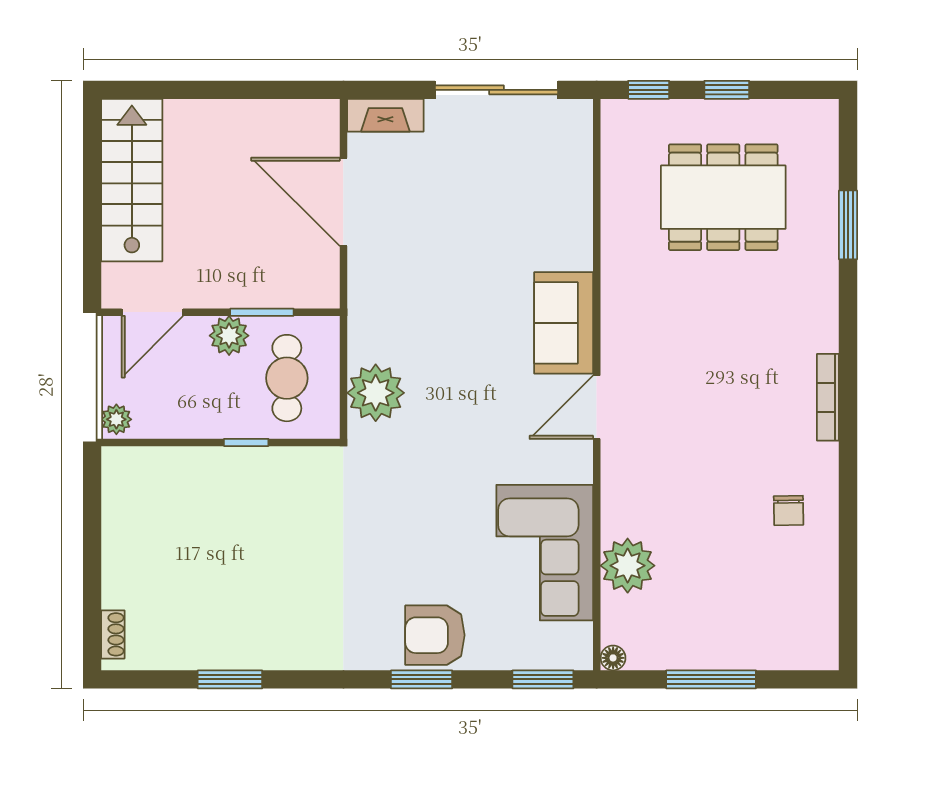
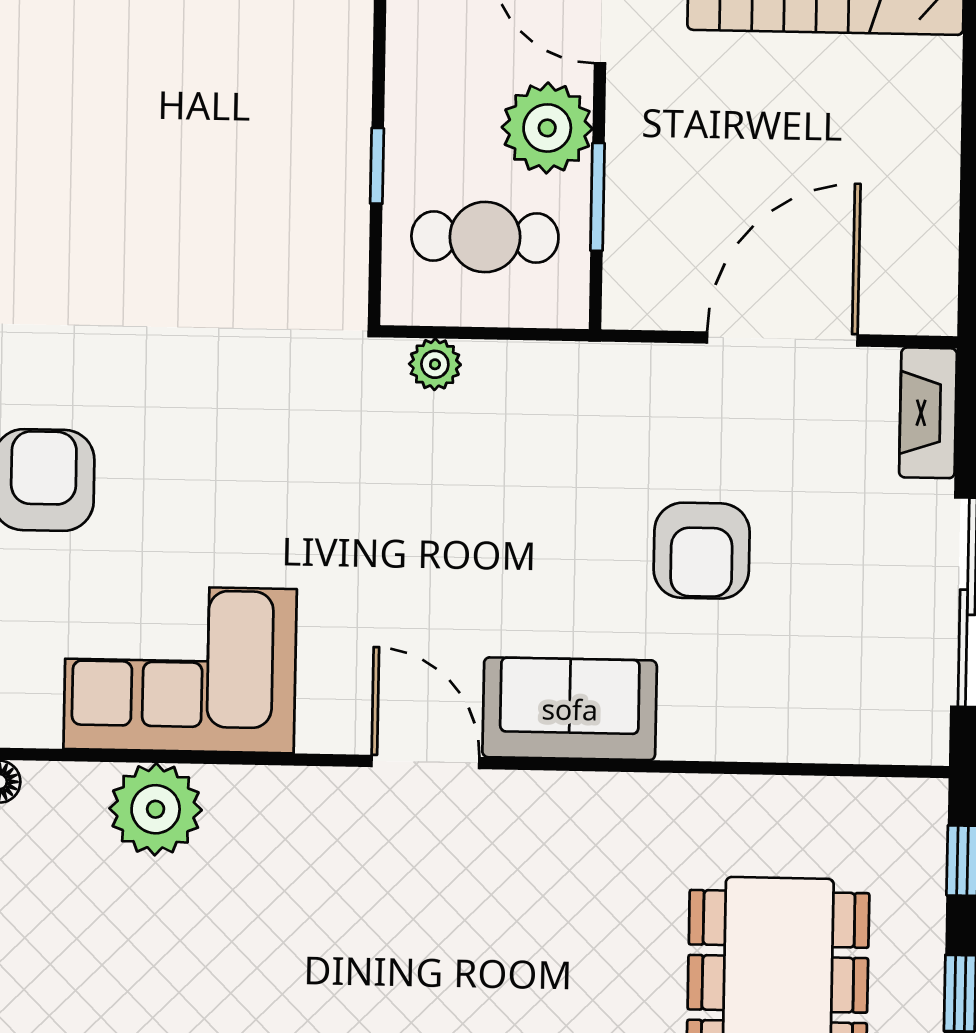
armchair: (469, 247) -> (702, 551), added
plant: (229, 336) -> (547, 128), width x1.36, depth x1.36
plant: (376, 393) -> (435, 364), width x0.53, depth x0.53

